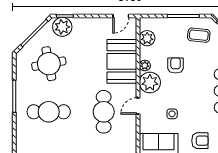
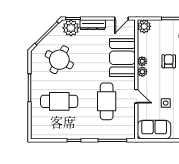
dresser: (88, 23) -> (93, 25), added
plant: (147, 38) -> (144, 26), moved
round table: (49, 64) -> (59, 60), turned 38
plant: (150, 82) -> (142, 72), width x0.53, depth x0.53
door: (138, 106) -> (136, 96), swing flipped

